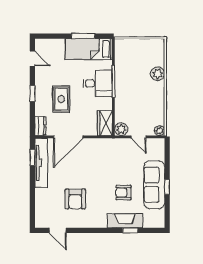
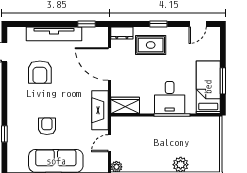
rug: (61, 99) -> (151, 45), moved
plant: (121, 129) -> (118, 124), removed
tv unit: (41, 163) -> (54, 34), moved
armchair: (75, 199) -> (40, 72), turned -90
fireplace: (125, 221) -> (100, 110), moved, turned 180

